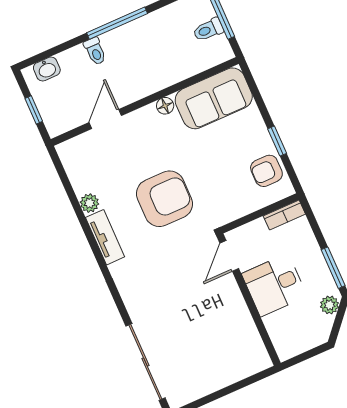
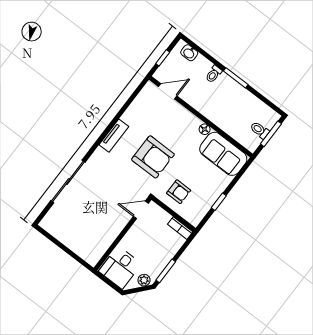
window: (117, 23) -> (236, 78), width x0.69
door: (105, 119) -> (168, 91), moved
armchair: (266, 171) -> (179, 192), moved, turned 180
plant: (89, 203) -> (128, 117), removed
desk: (274, 285) -> (120, 268), moved, turned -90
sliding door: (145, 362) -> (68, 181), moved

